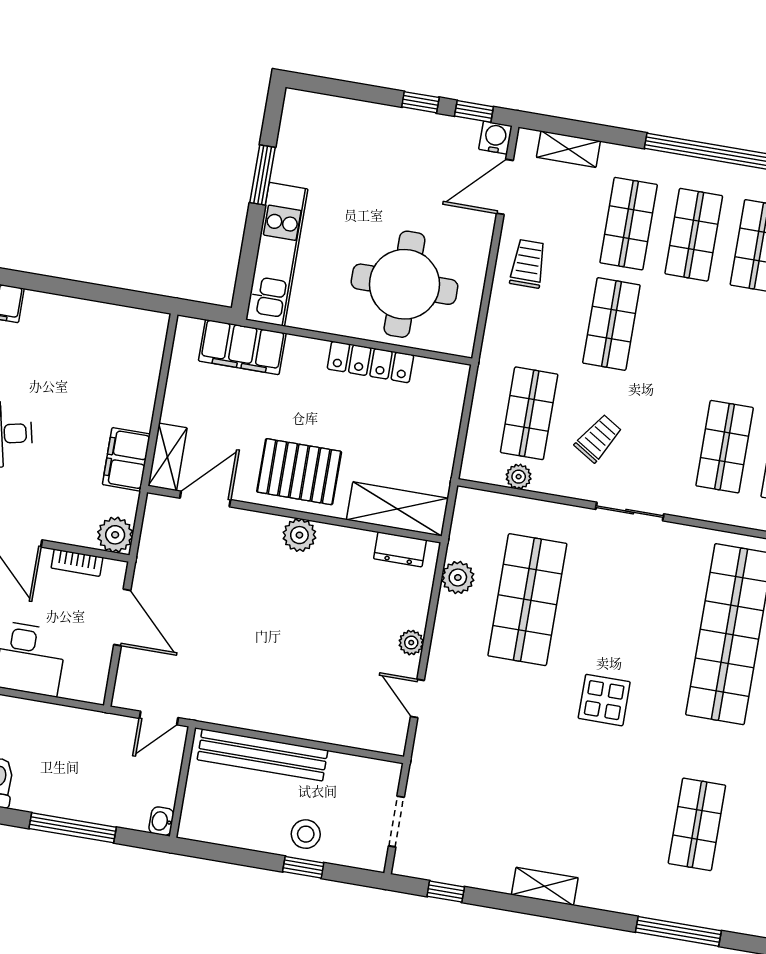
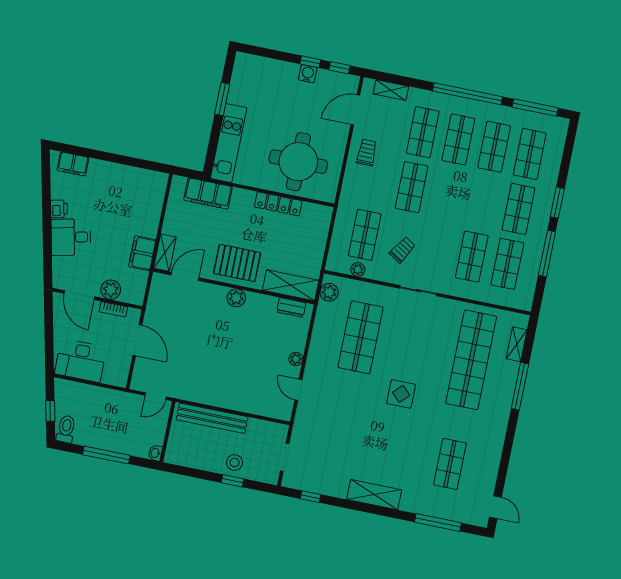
water cooler: (495, 138) -> (308, 74), moved
plant: (115, 535) -> (111, 290), moved
plant: (458, 577) -> (329, 292), moved
shelving: (545, 886) -> (374, 495), width x1.50, depth x1.33

